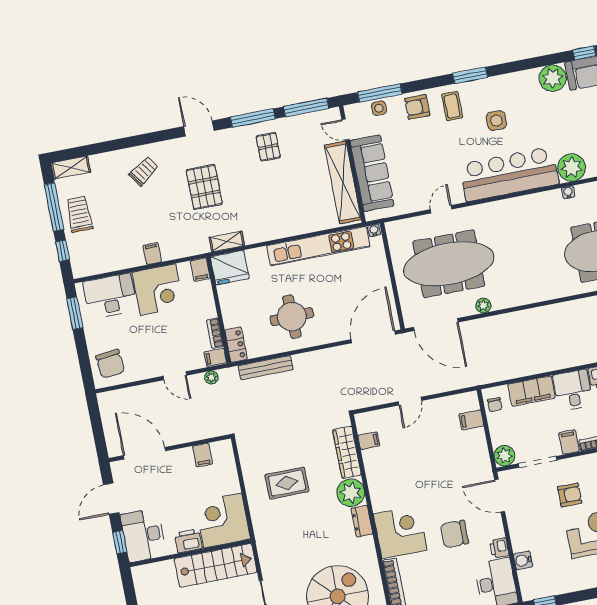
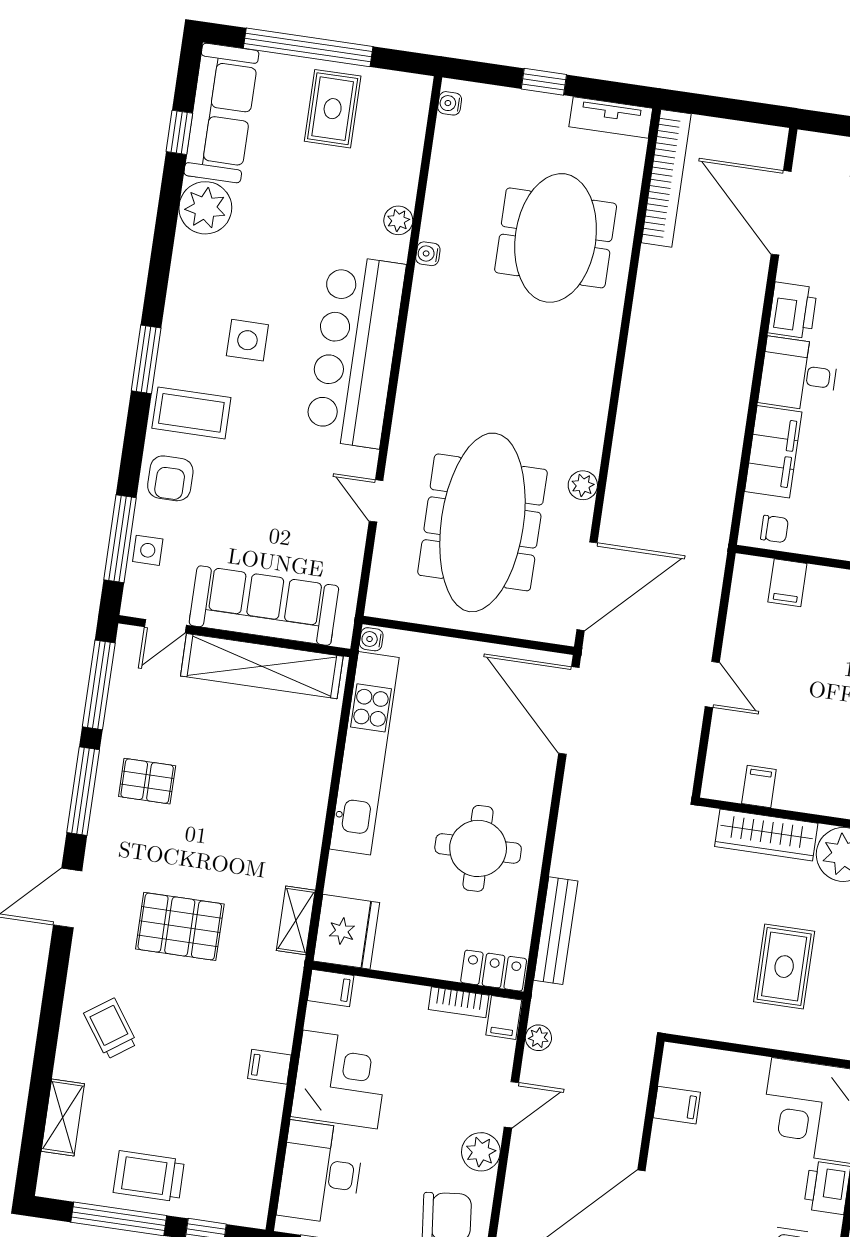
coffee table: (452, 106) -> (191, 413), width x1.36, depth x1.30
plant: (572, 167) -> (398, 220), width x0.53, depth x0.53
shelving: (71, 168) -> (63, 1117), moved
plant: (147, 369) -> (481, 1152), added

